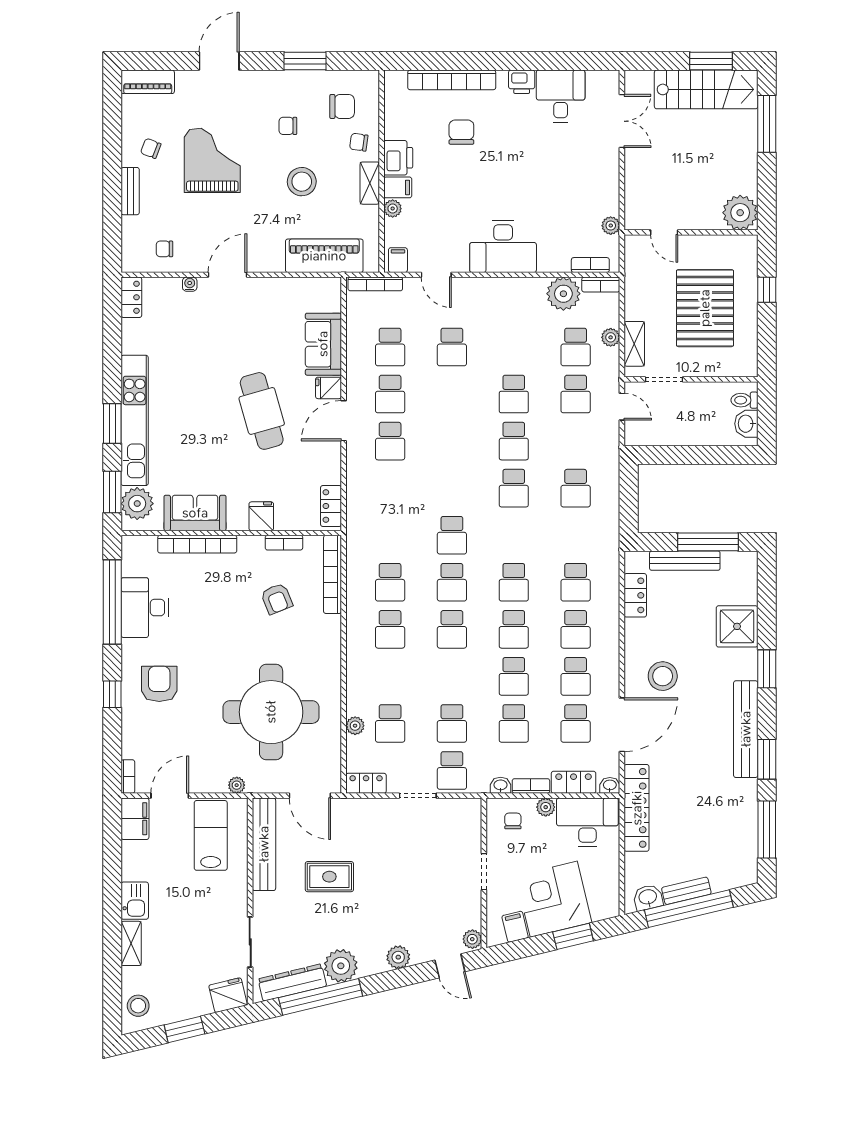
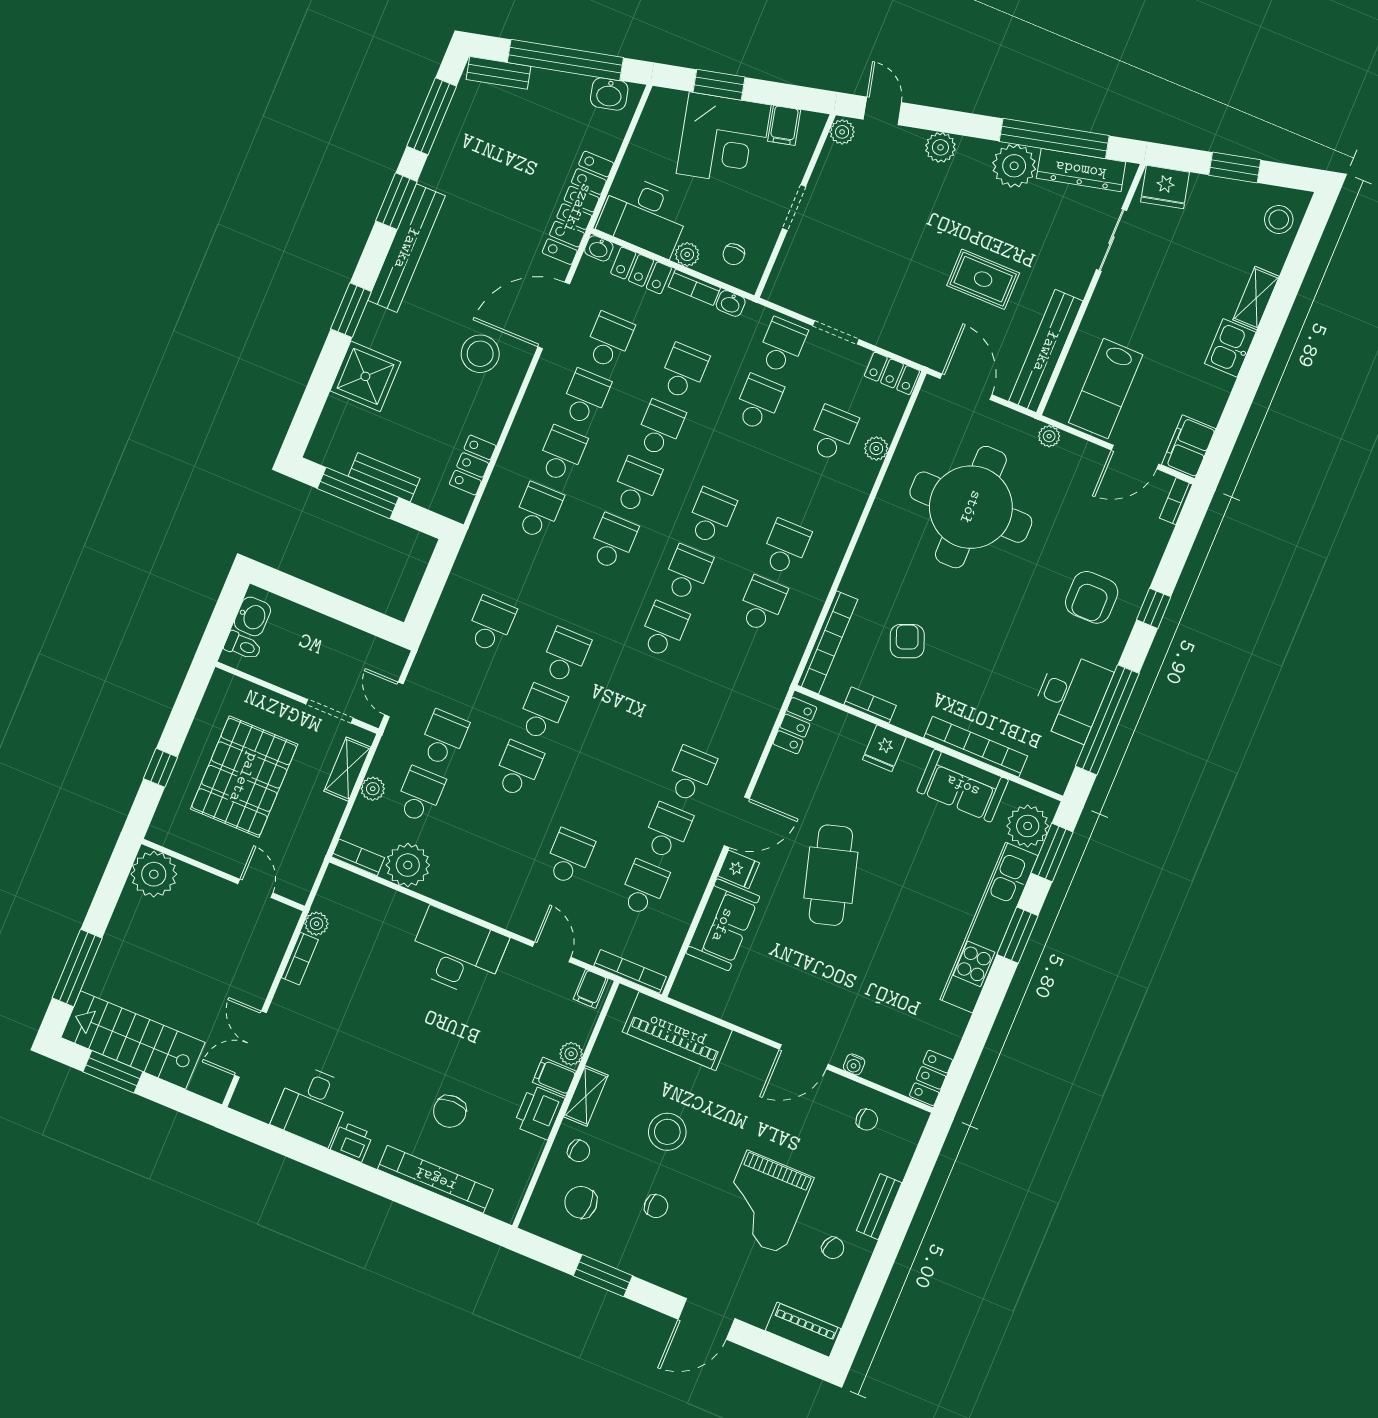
bookcase: (590, 265) -> (300, 959), moved, turned -90
bench: (685, 561) -> (384, 477), width x0.73
bench: (686, 891) -> (498, 73), moved

